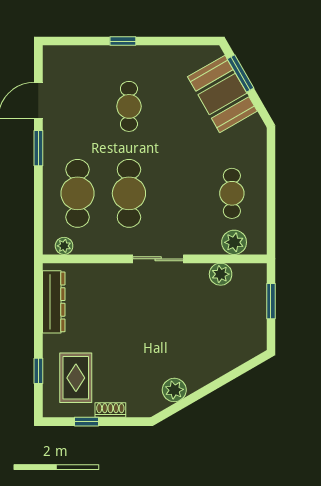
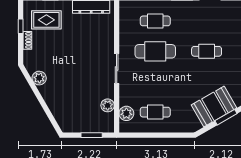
cafe table: (78, 193) -> (155, 21), width x0.73, depth x0.74
plant: (64, 246) -> (124, 13), removed

